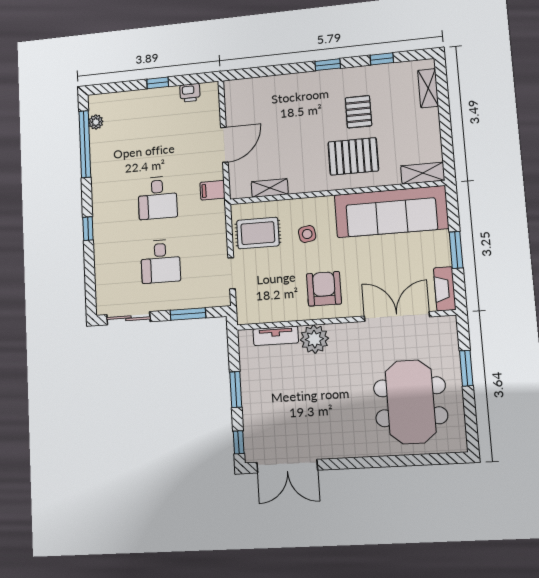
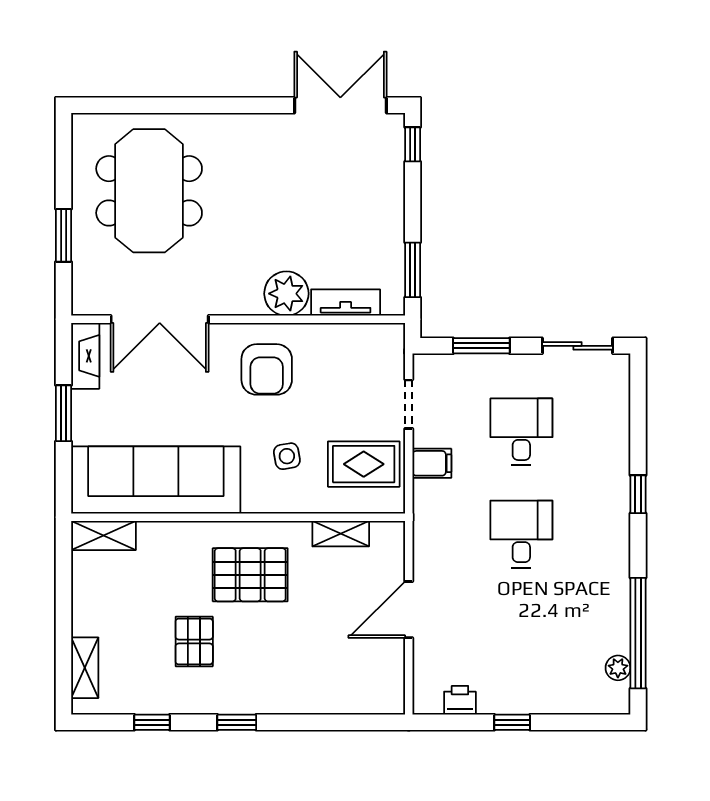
pallet: (353, 156) -> (250, 575), moved
filing cabinet: (212, 190) -> (432, 463), moved
window: (236, 390) -> (413, 270), moved

